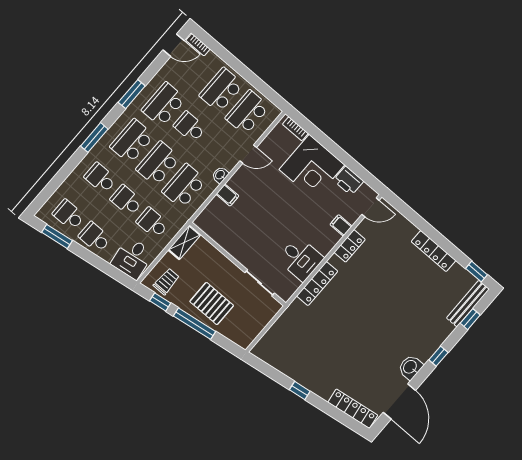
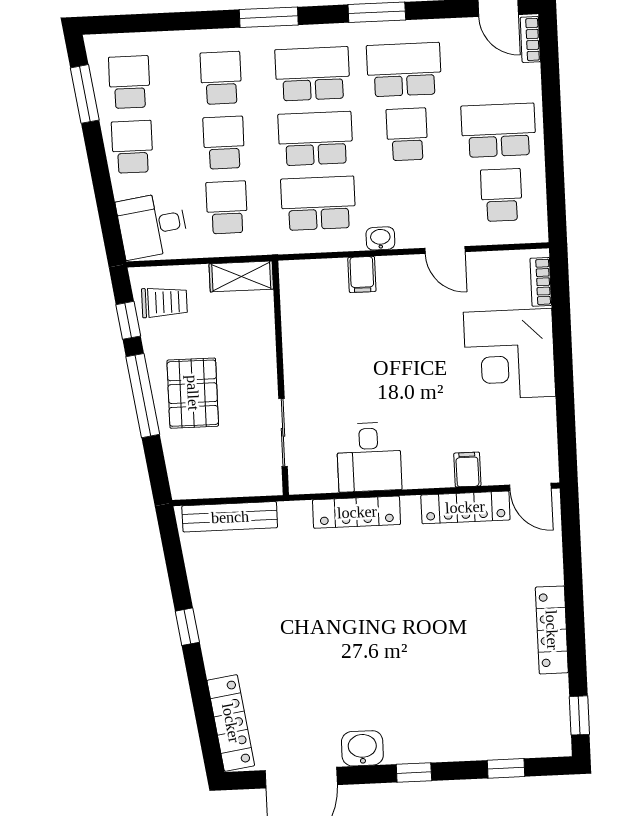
school desk: (247, 112) -> (501, 195), width x0.54
printer: (348, 181) -> (538, 422), removed
locker: (350, 246) -> (465, 507), width x1.53
bench: (468, 304) -> (230, 517), moved

